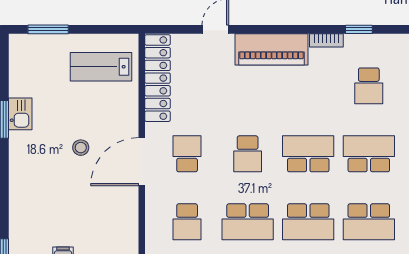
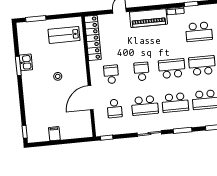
school desk: (369, 86) -> (199, 32), width x1.85
school desk: (248, 154) -> (142, 71), turned 180
door: (142, 162) -> (91, 98), moved

